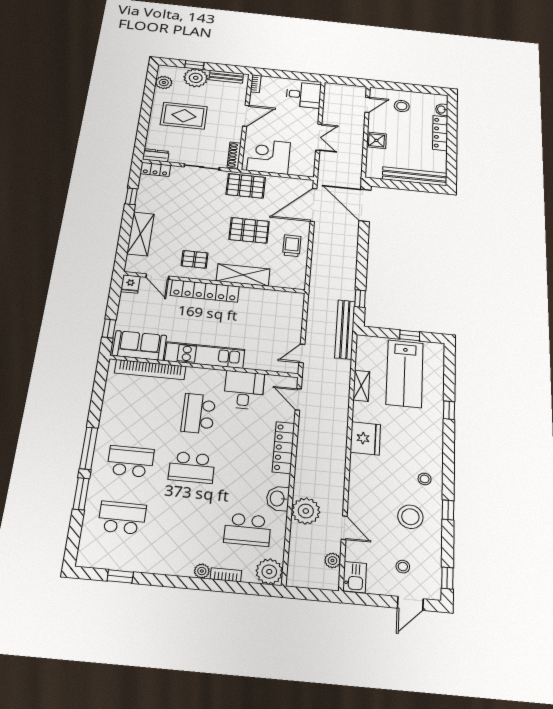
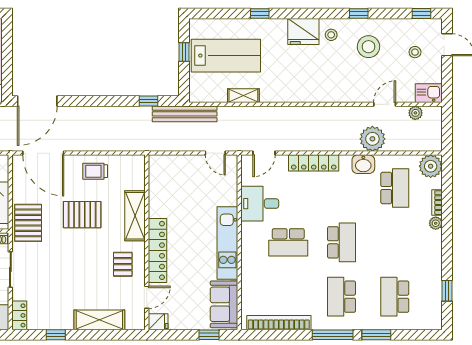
pallet: (249, 230) -> (82, 215), turned 90
bookcase: (150, 370) -> (279, 323), moved, turned -90
fridge: (365, 438) -> (303, 31), moved, turned 180

